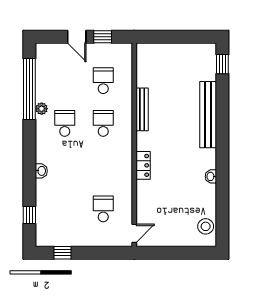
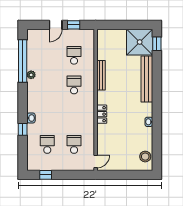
door: (77, 37) -> (56, 25), hinge flipped
shower: (198, 62) -> (140, 42), added
school desk: (65, 123) -> (47, 144), moved
window: (29, 215) -> (23, 129), moved

